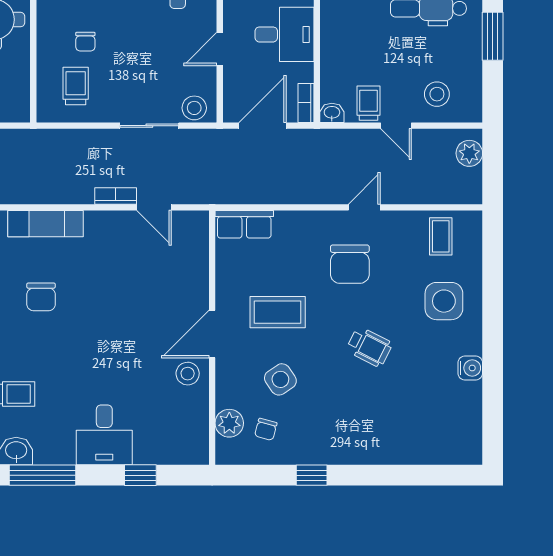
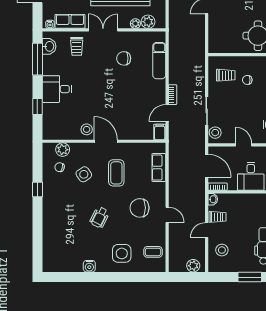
filing cabinet: (193, 223) -> (160, 132), added
row of seats: (244, 224) -> (159, 168), moved

